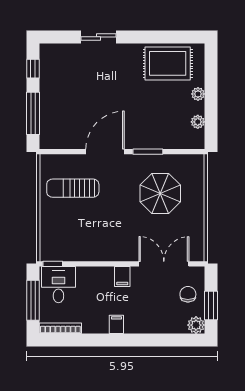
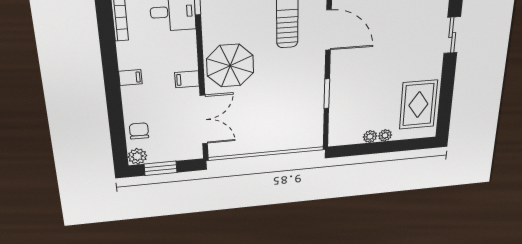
plant: (198, 122) -> (370, 137), moved
door: (105, 152) -> (328, 30), moved
parasol: (160, 193) -> (230, 66), moved
chair: (188, 294) -> (139, 131), moved, turned -90

